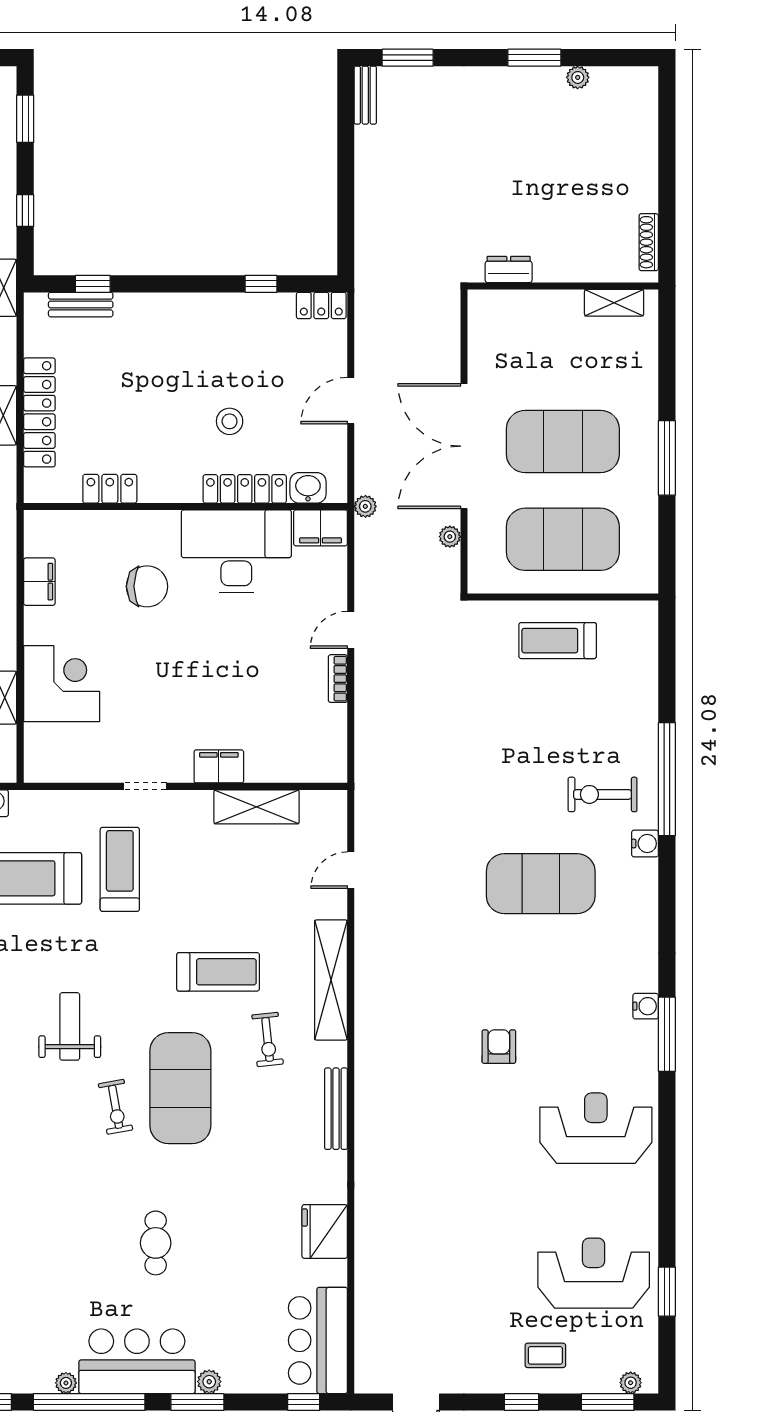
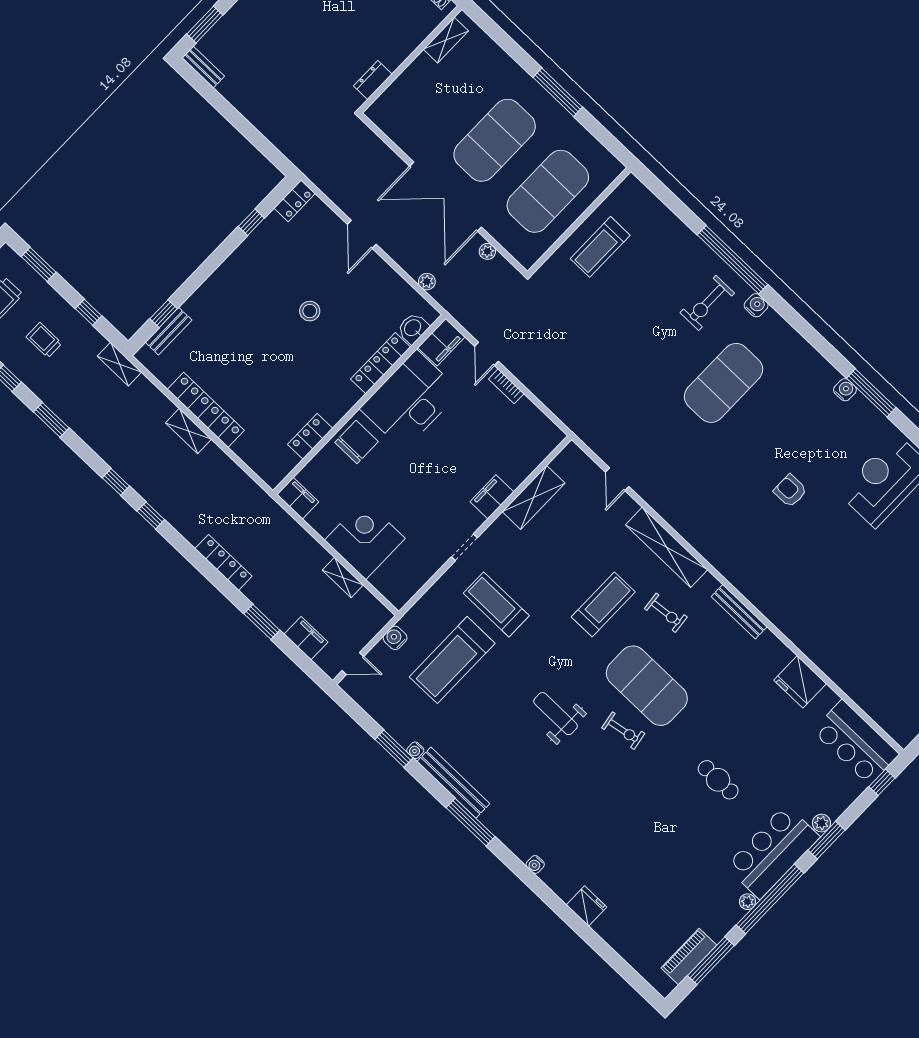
washbasin: (308, 488) -> (413, 328), moved
locker: (110, 489) -> (310, 436), moved
locker: (245, 489) -> (381, 363), moved
wall: (185, 507) -> (359, 405), moved
filing cabinet: (321, 528) -> (441, 342), moved
desk: (236, 551) -> (410, 400), moved

